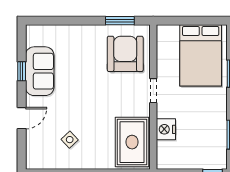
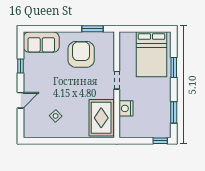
armchair: (125, 54) -> (81, 54), moved
sofa: (40, 71) -> (41, 42), moved, turned 90

